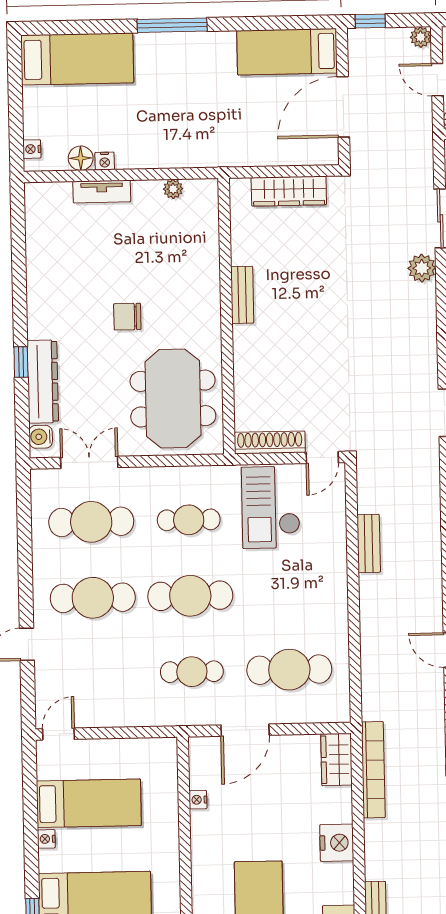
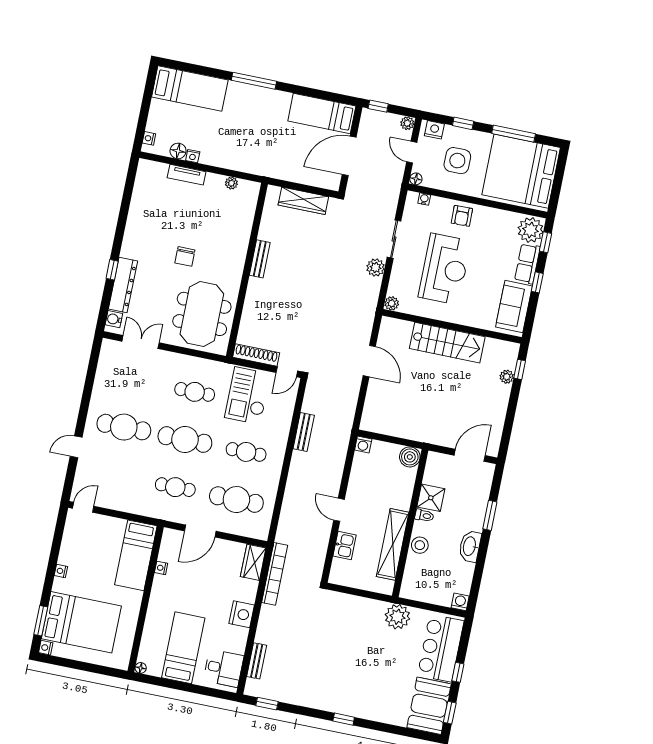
chair: (127, 317) -> (185, 256), turned -90
cafe table: (91, 522) -> (246, 452), moved, width x0.73, depth x0.74
bed: (89, 803) -> (136, 555), moved, turned 90

